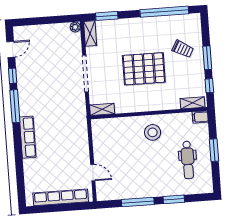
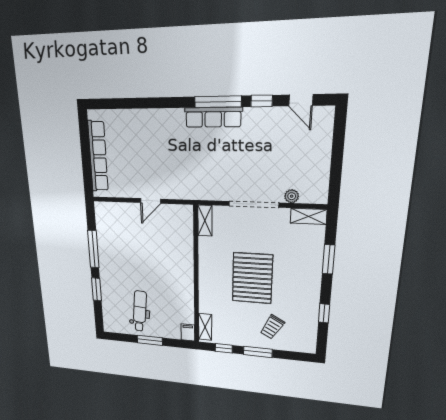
window: (164, 12) -> (324, 313), width x0.32
window: (107, 16) -> (329, 259), moved
plant: (75, 27) -> (292, 196), moved
stool: (153, 132) -> (173, 277), removed
row of seats: (28, 137) -> (213, 117), moved
dental chair: (188, 160) -> (140, 311), turned 95
door: (93, 173) -> (151, 201), moved

